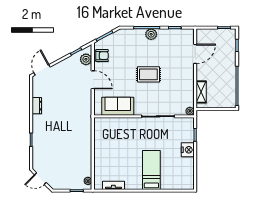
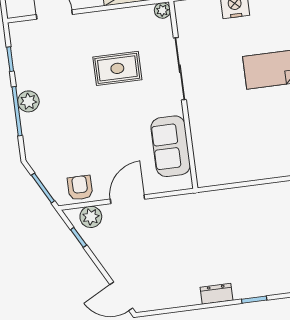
rug: (148, 74) -> (117, 68), moved, turned 90
dresser: (37, 106) -> (217, 294), moved

